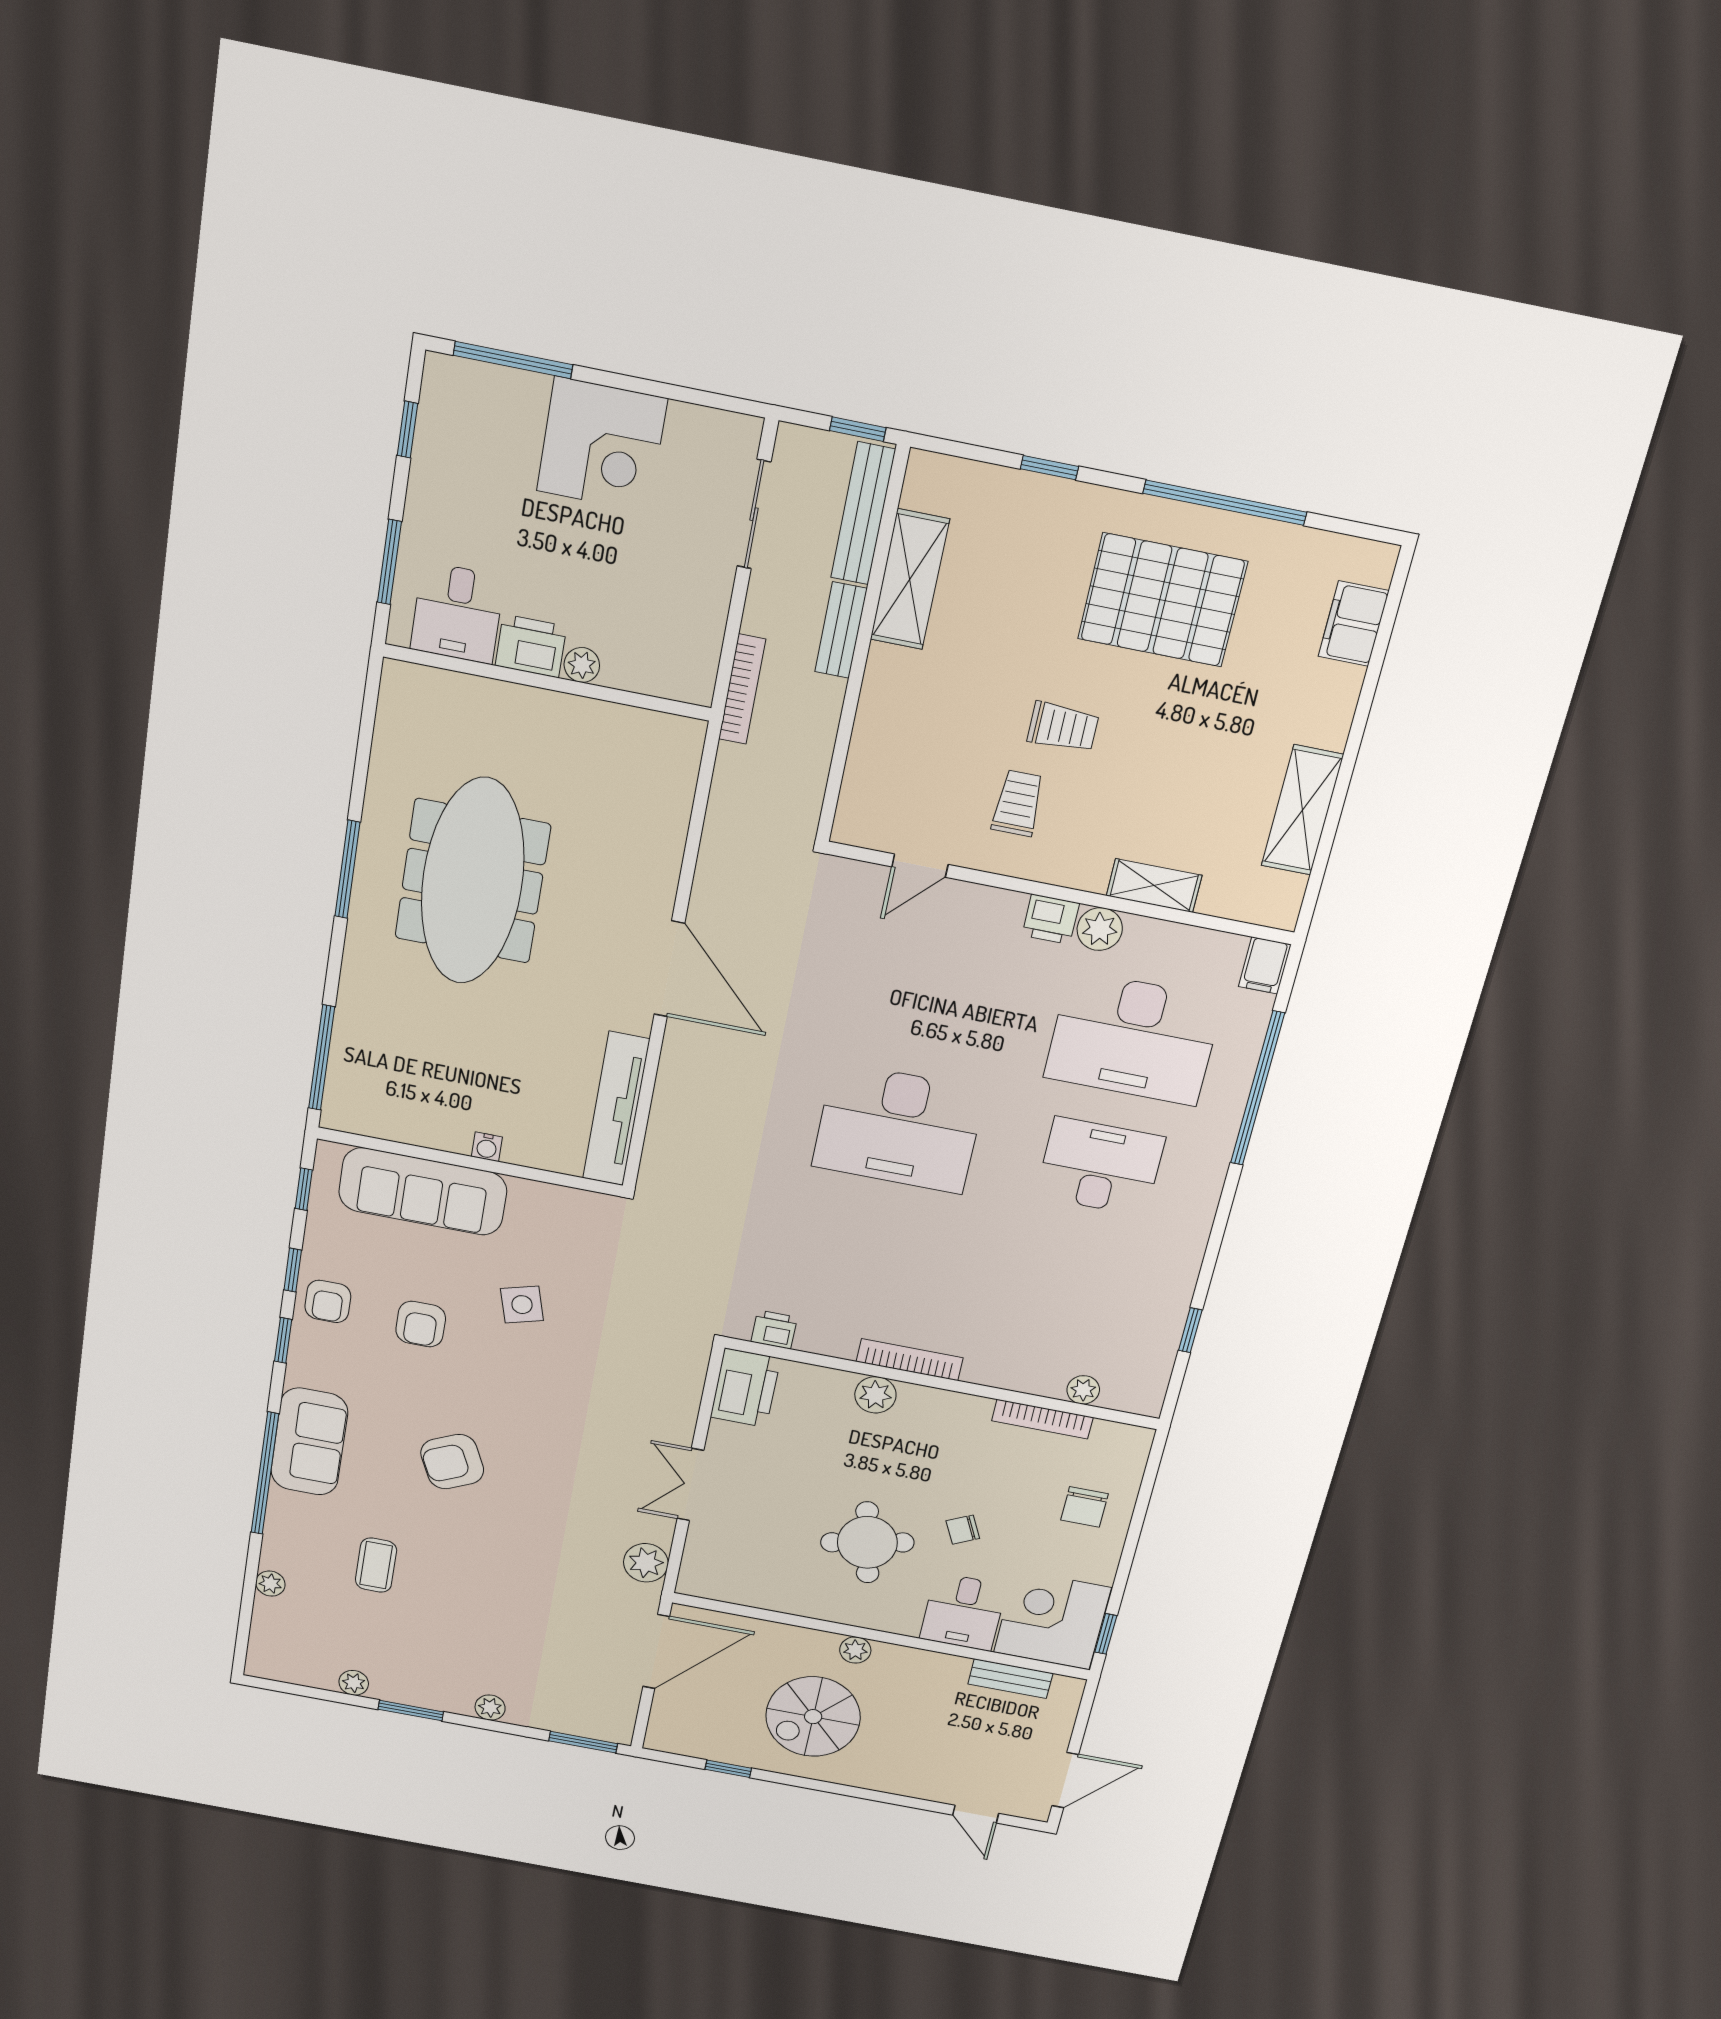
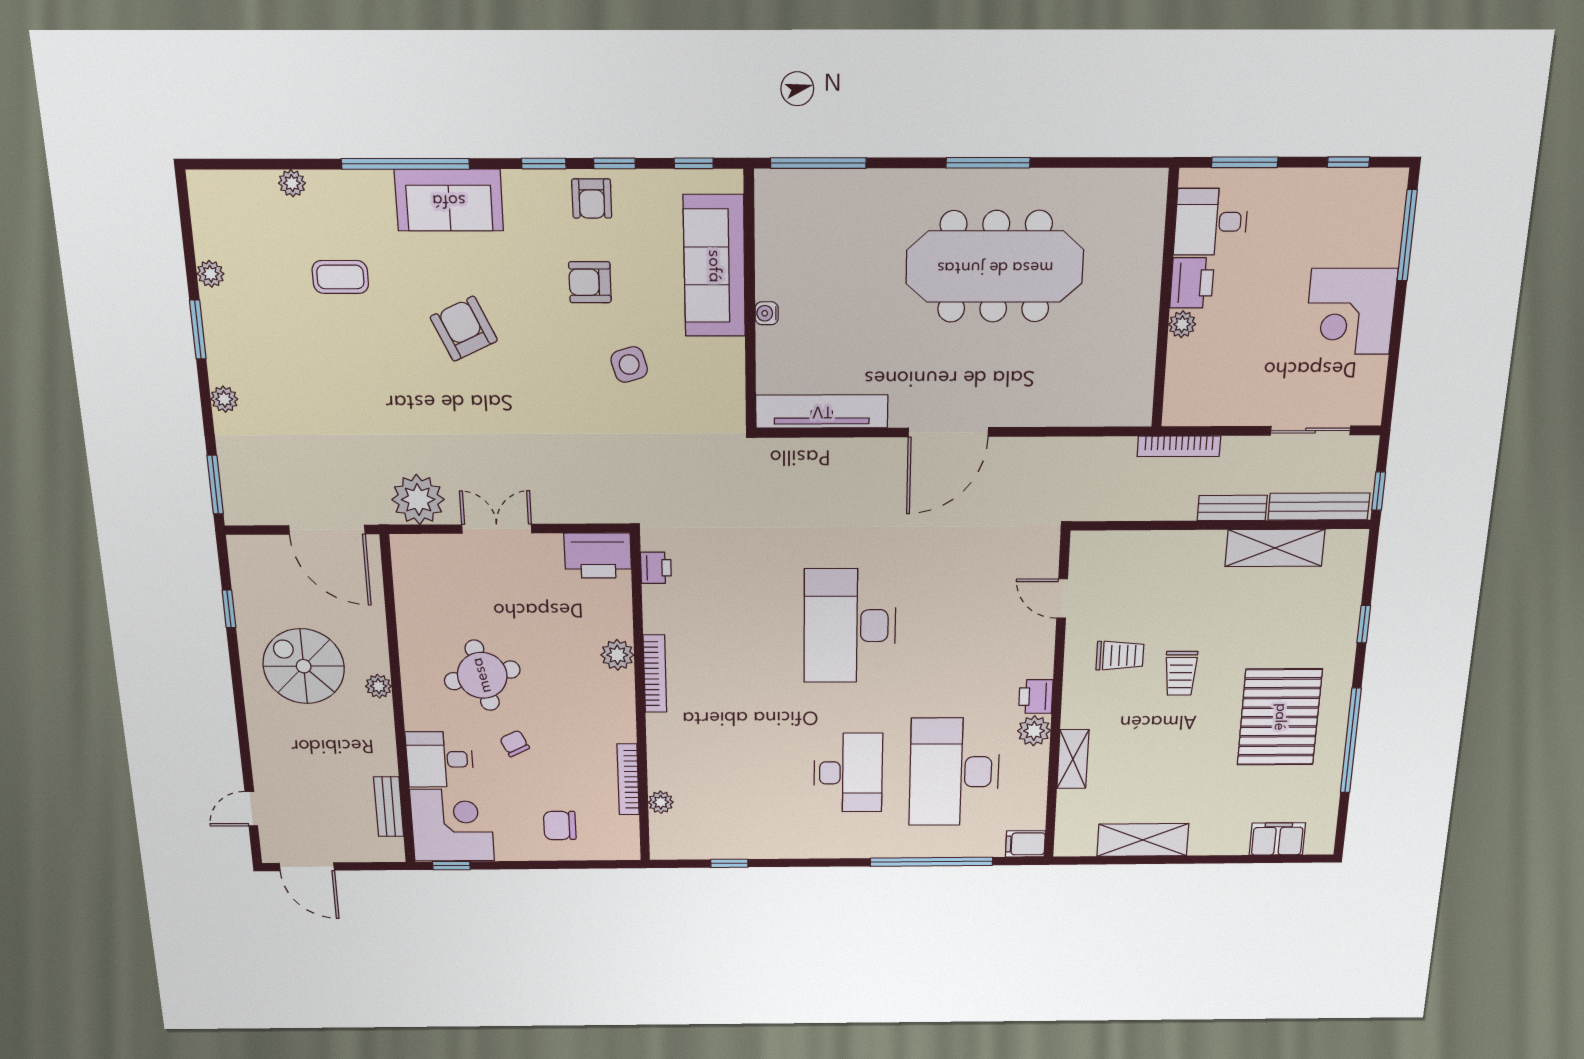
armchair: (328, 1301) -> (592, 199), turned -90
plant: (646, 1563) -> (418, 499), width x1.36, depth x1.36

